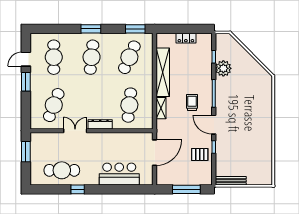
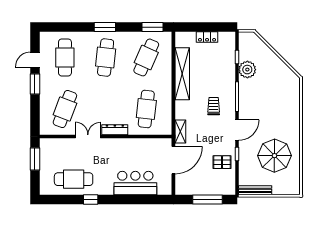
shelving: (161, 108) -> (180, 132), moved
door: (214, 125) -> (237, 130), swing flipped
parasol: (249, 148) -> (274, 156), added

